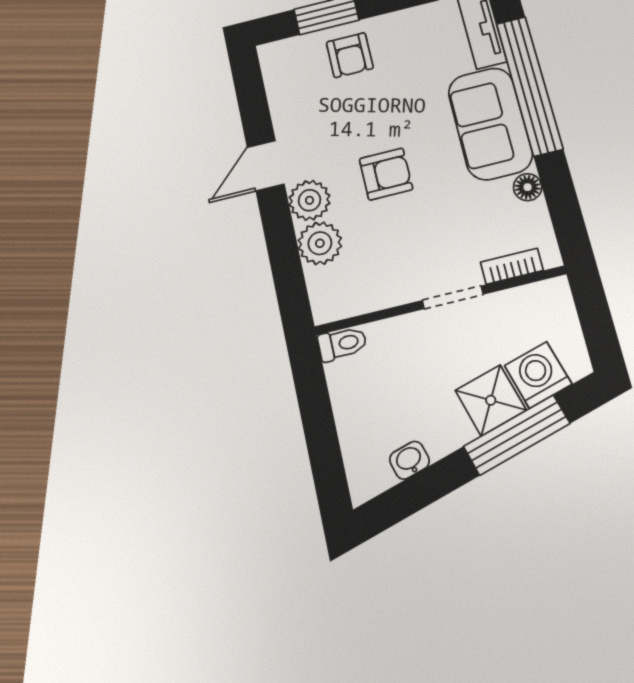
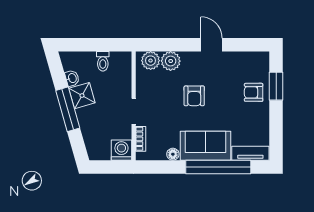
plant: (309, 200) -> (151, 61), moved
toilet: (342, 344) -> (103, 61), moved
washing machine: (538, 375) -> (121, 150), moved, turned -74
shower: (491, 400) -> (82, 96), moved
window: (517, 435) -> (68, 109), moved

